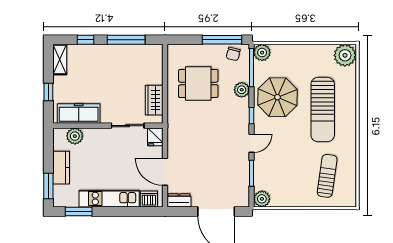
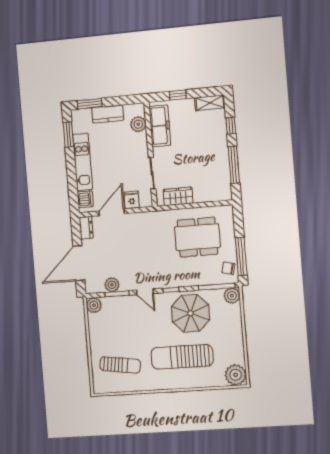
dining table: (198, 83) -> (197, 237), width x1.38
plant: (242, 90) -> (112, 285), moved
fridge: (155, 137) -> (132, 200), moved, turned 90

